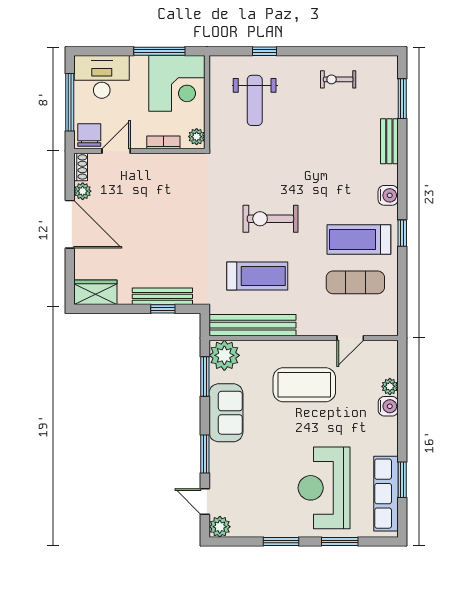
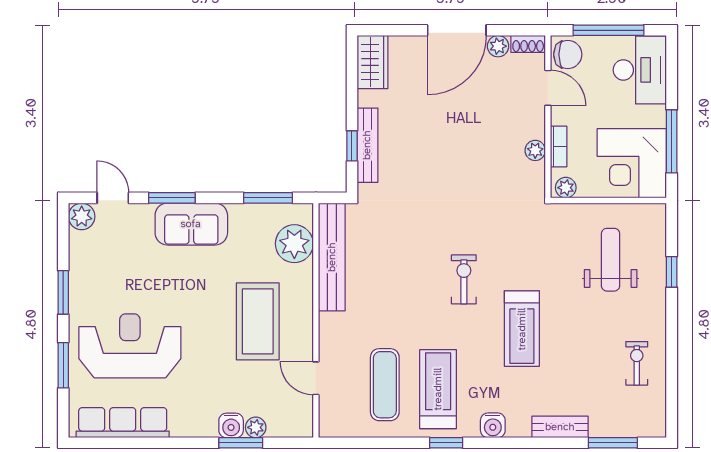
weight bench: (255, 100) -> (611, 260), turned 90
plant: (167, 161) -> (535, 150), added
exercise bike: (270, 219) -> (464, 279), width x0.73, depth x0.72
treadmill: (257, 276) -> (522, 329), moved
plant: (224, 355) -> (294, 244), moved
sofa: (226, 413) -> (191, 224), moved
window: (402, 480) -> (241, 443), moved
door: (205, 502) -> (113, 198), hinge flipped

